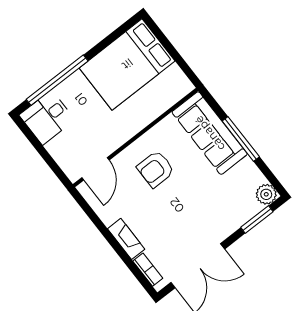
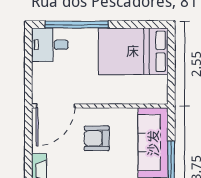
door: (95, 169) -> (55, 106), width x1.36

